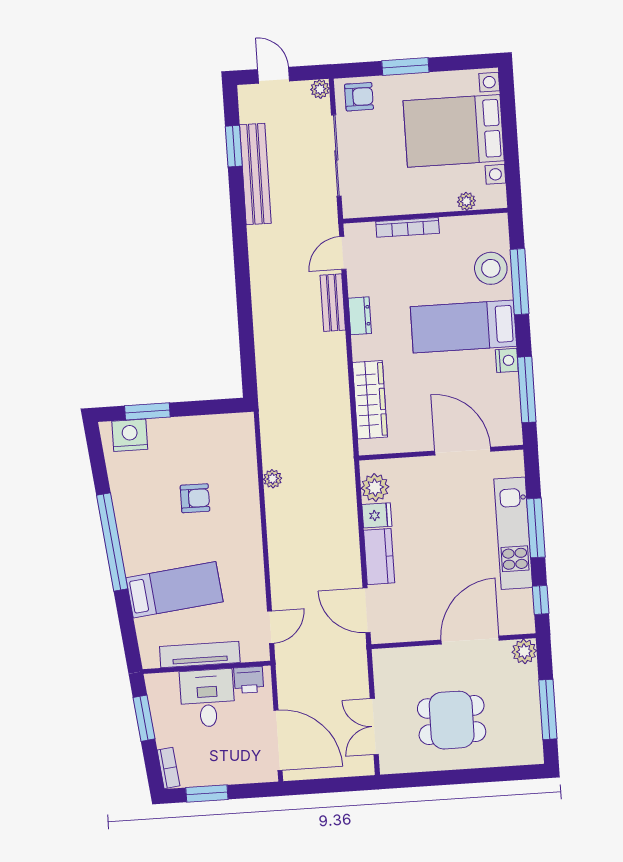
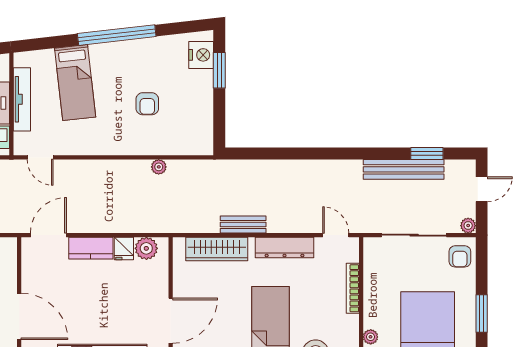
window: (405, 67) -> (482, 313), moved
bench: (333, 303) -> (243, 224), moved
dresser: (360, 316) -> (284, 247), width x1.96, depth x1.24

